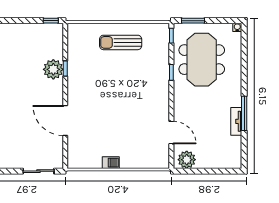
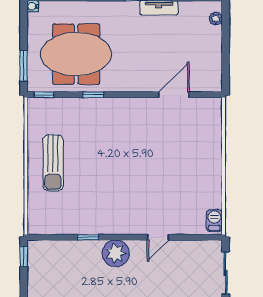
plant: (53, 69) -> (116, 253), moved
door: (65, 121) -> (158, 237), width x0.53
plant: (187, 160) -> (216, 18), moved, width x0.53, depth x0.53
barbecue: (111, 163) -> (214, 221), moved

